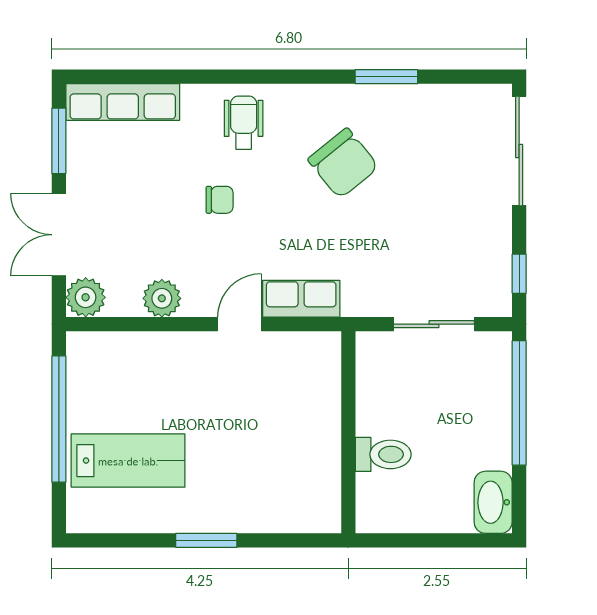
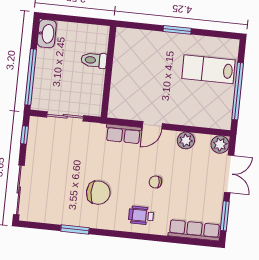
wheelchair: (244, 123) -> (141, 215), turned 90
chair: (343, 163) -> (98, 193), turned 129

